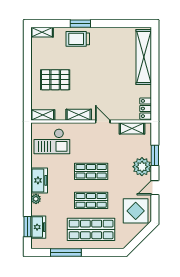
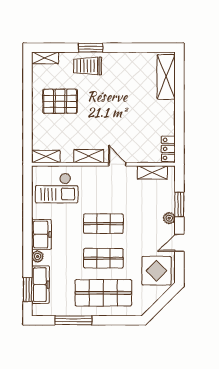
shelving: (144, 57) -> (166, 77), width x0.68
pallet: (55, 80) -> (60, 101), moved
plant: (142, 167) -> (169, 218), width x0.53, depth x0.53
freezer: (38, 227) -> (40, 285), width x1.40

